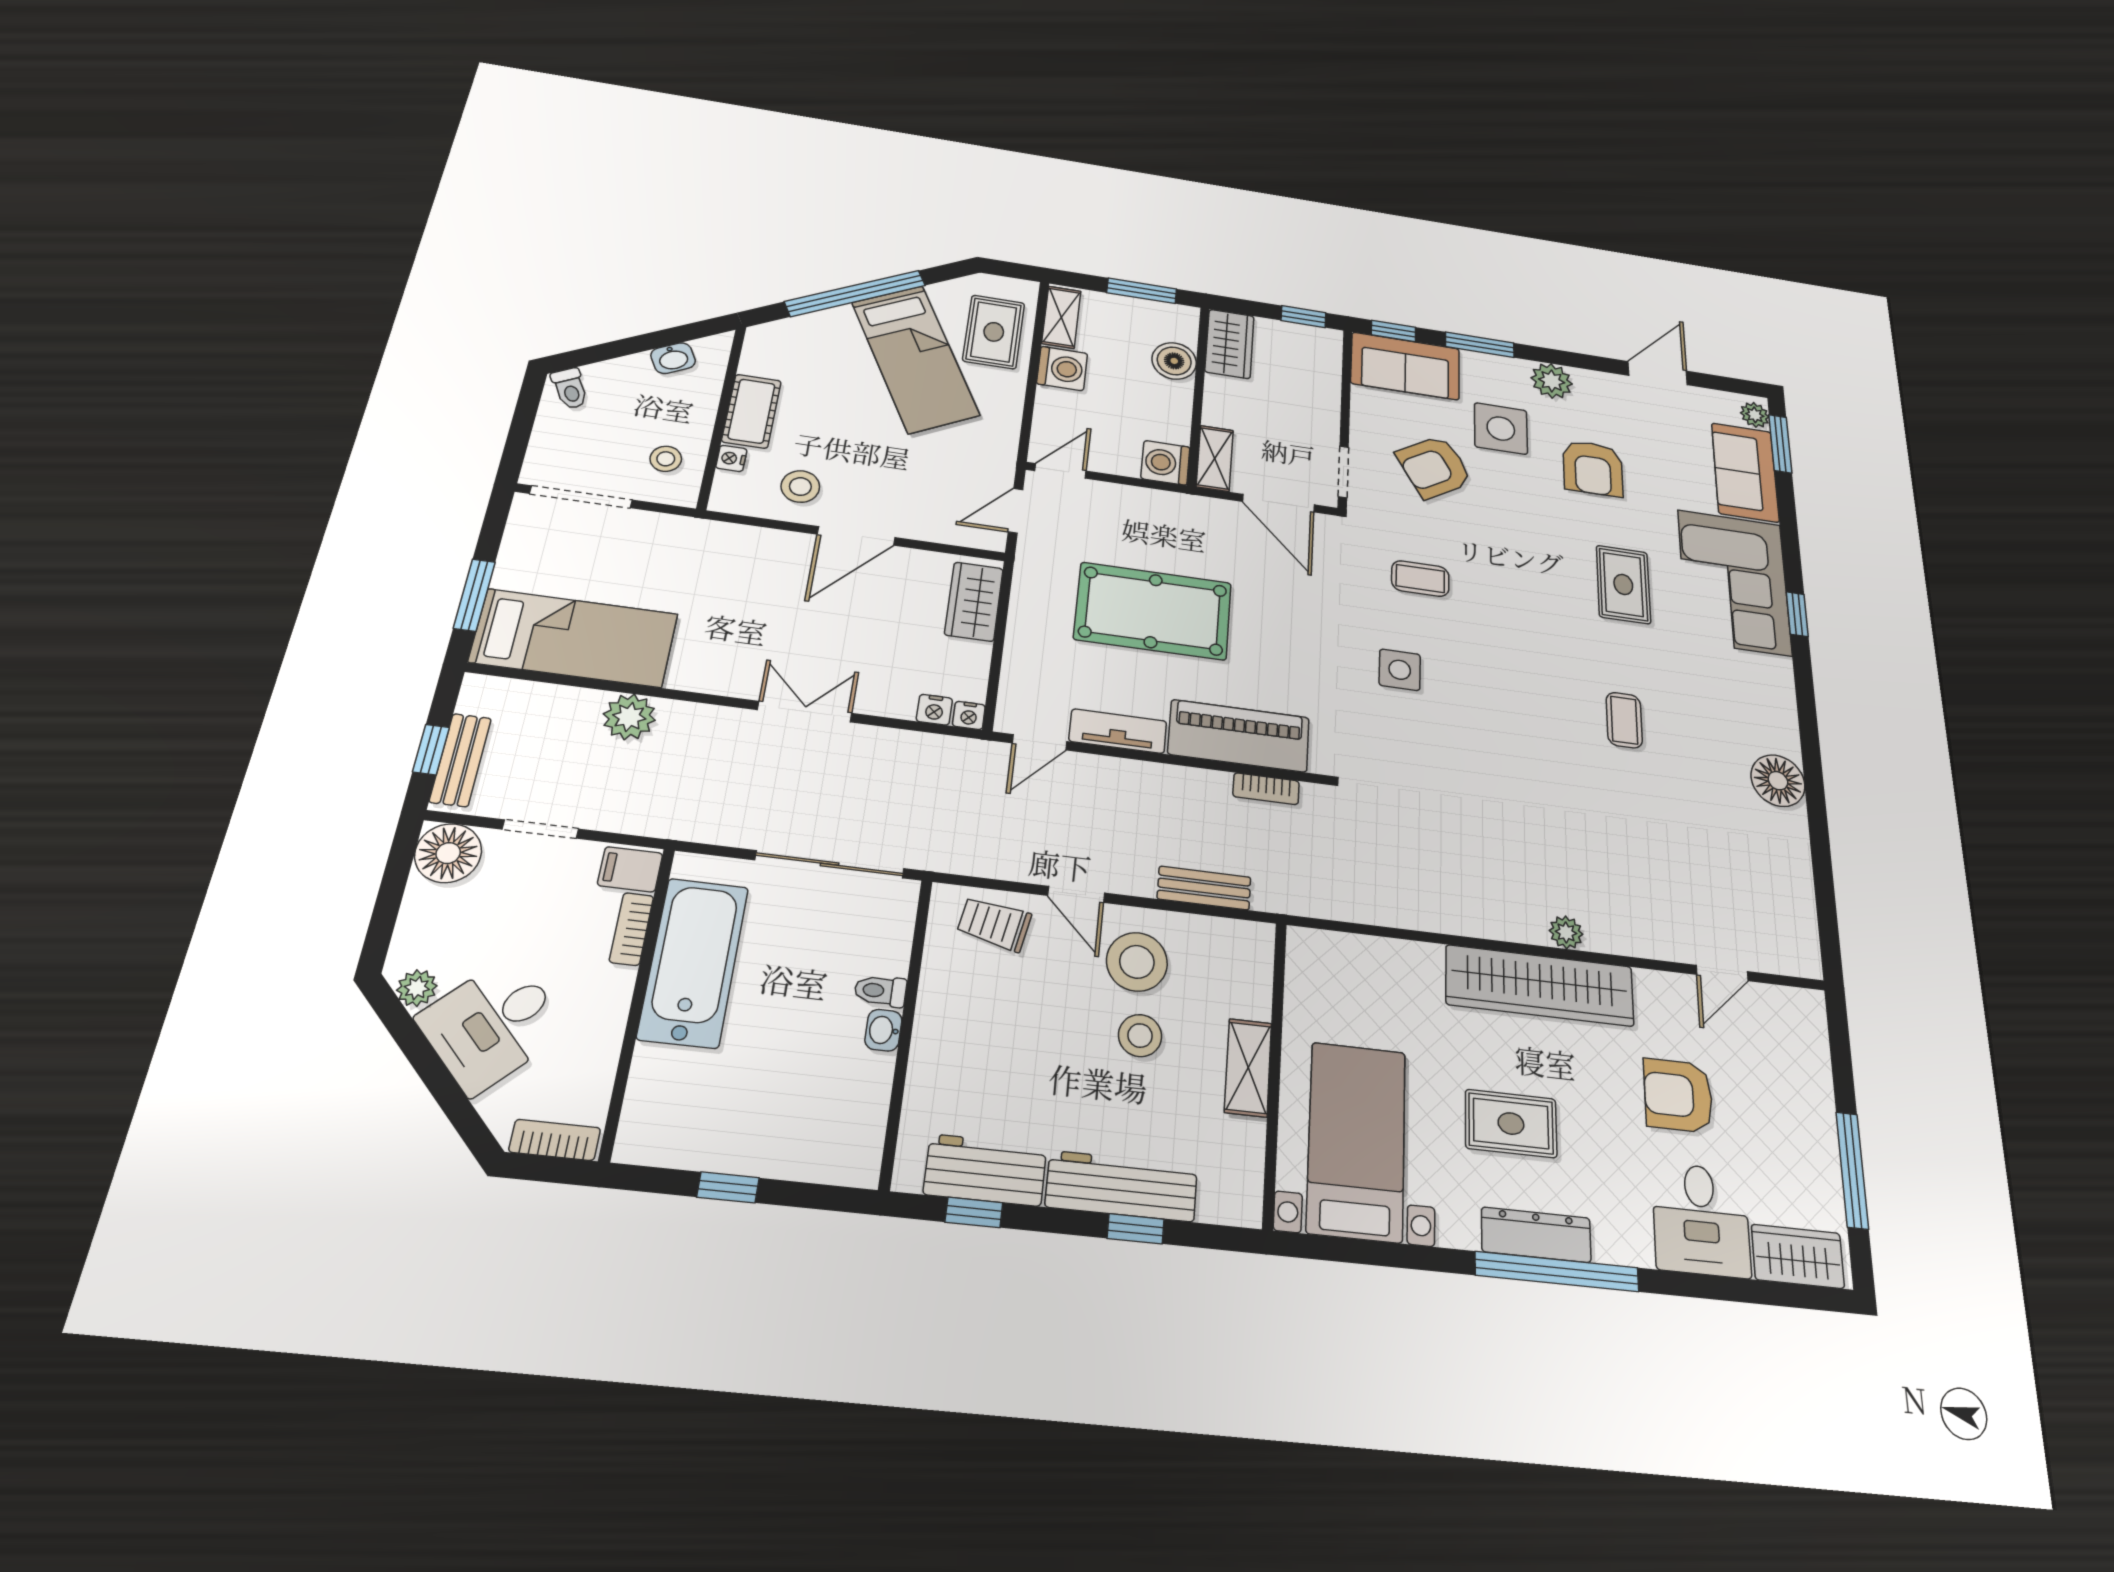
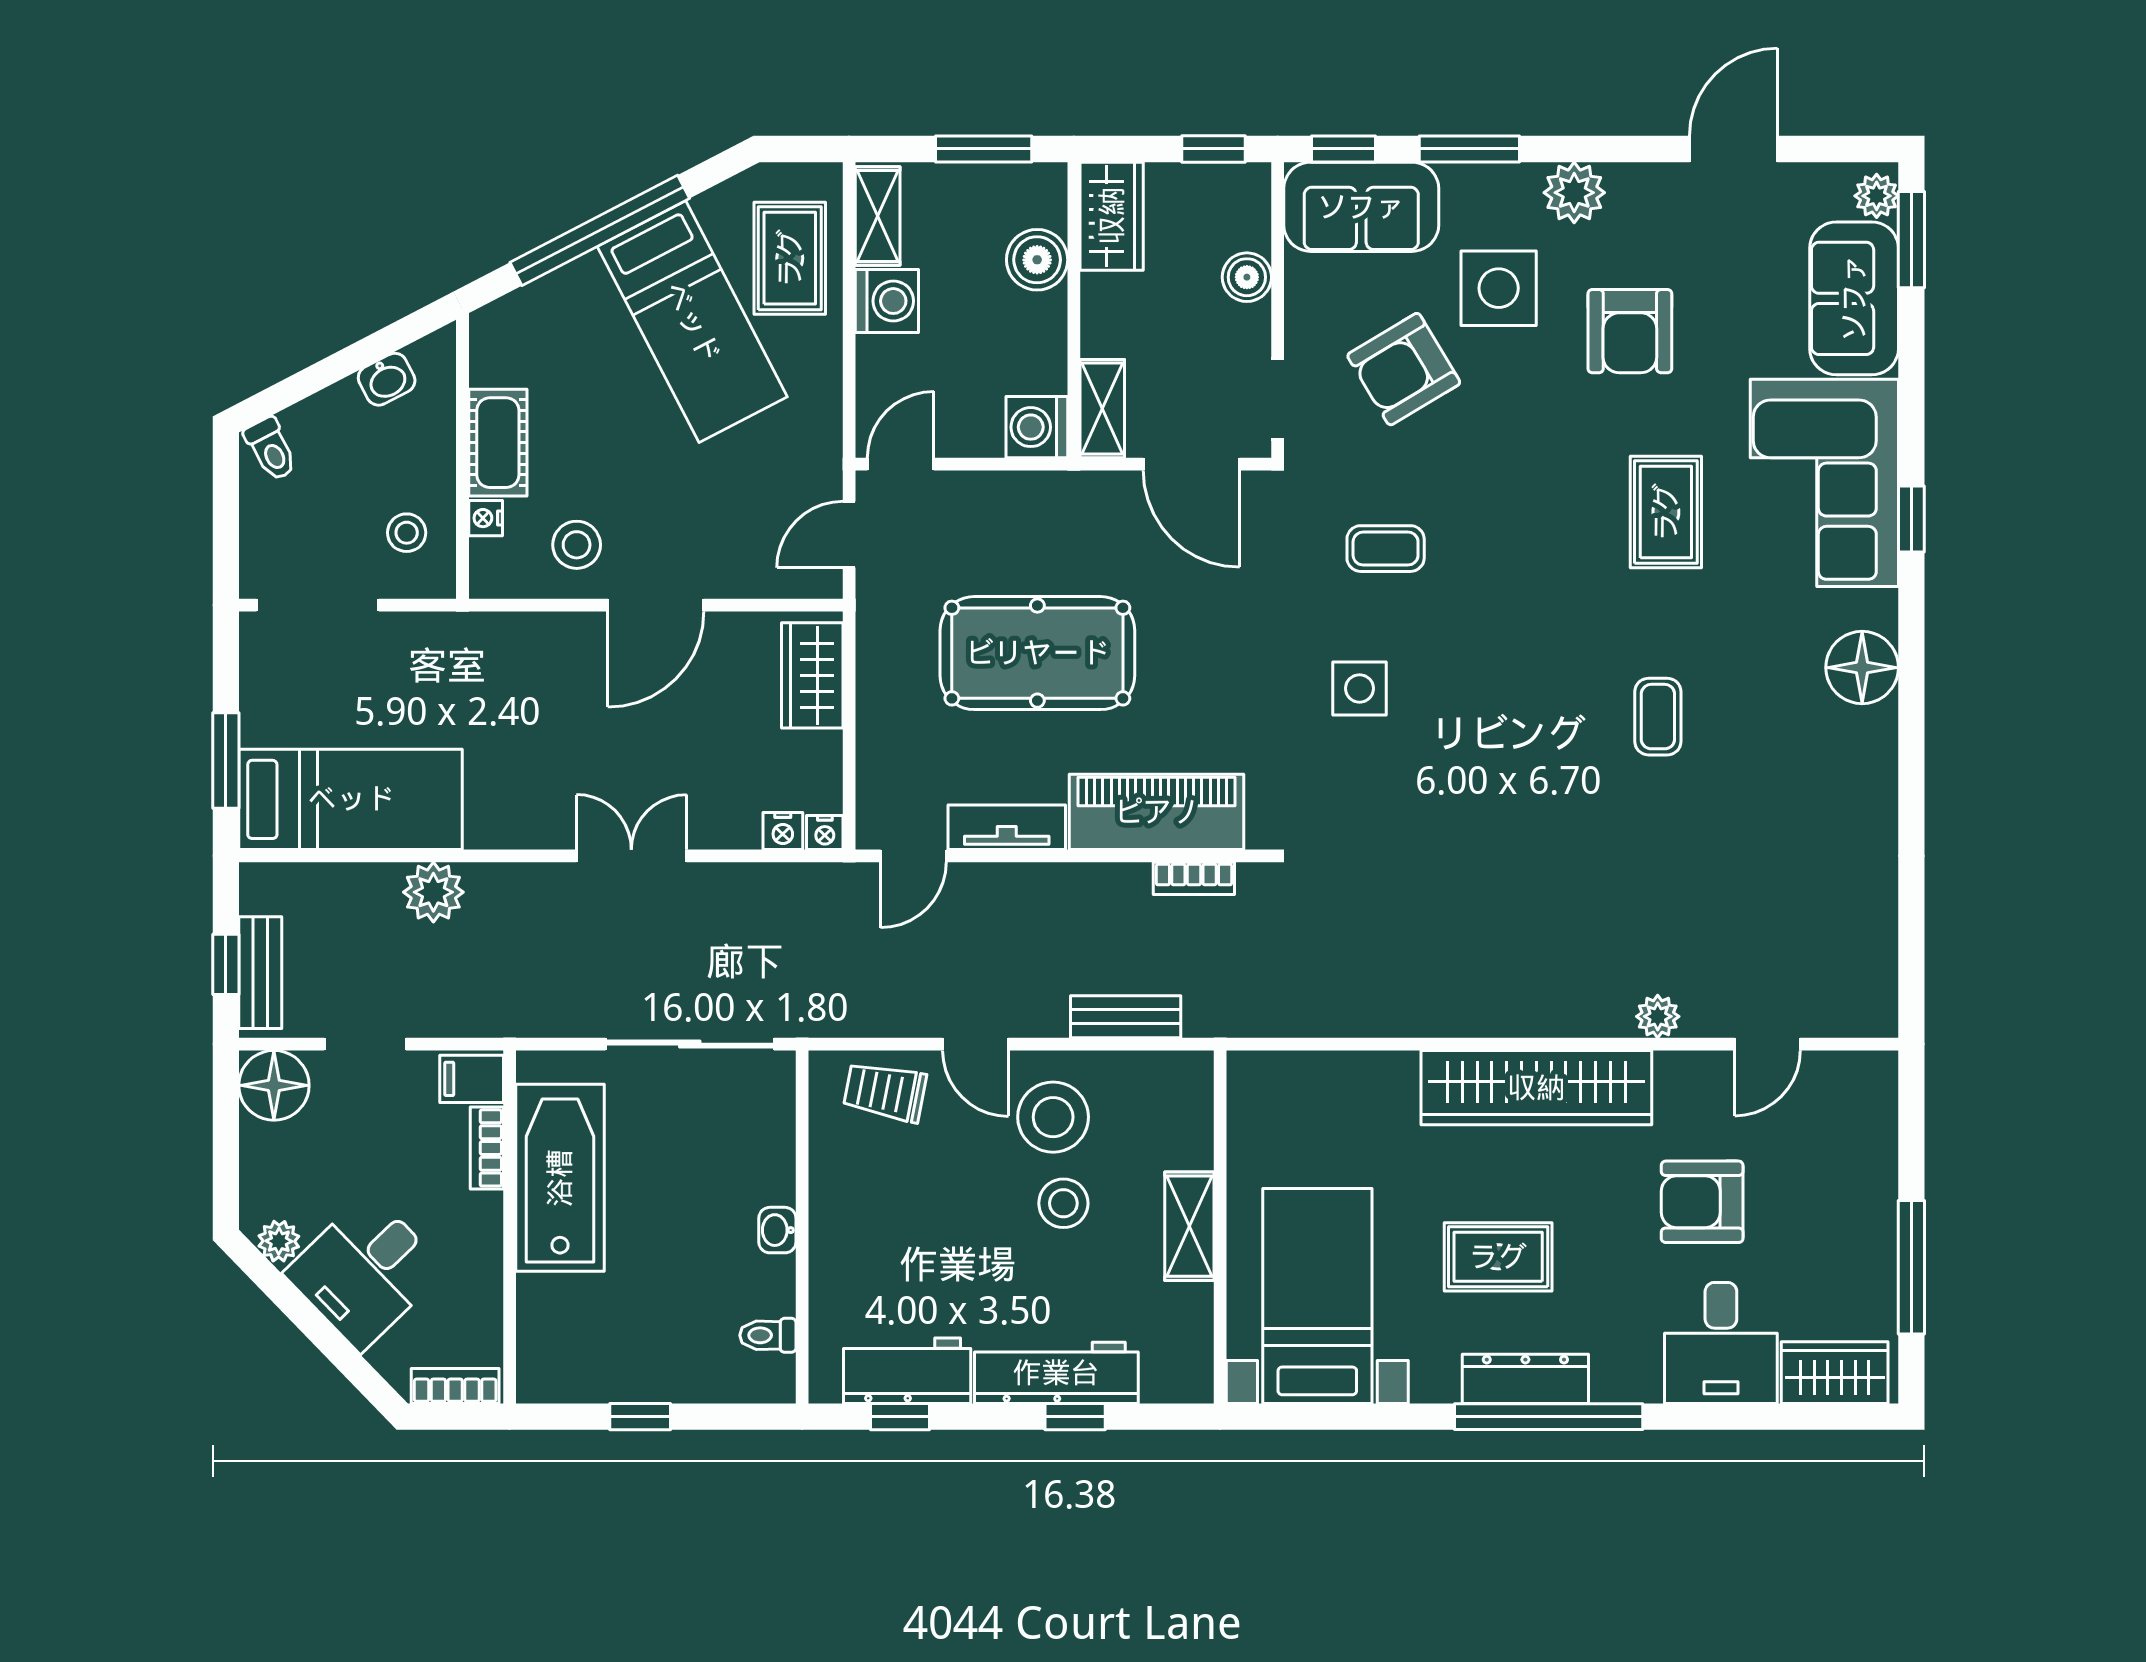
boiler: (1324, 395) -> (1247, 277), added
floor lamp: (1778, 781) -> (1862, 668), moved
plant: (1566, 932) -> (1658, 1016), moved
toilet: (880, 991) -> (768, 1335), moved

